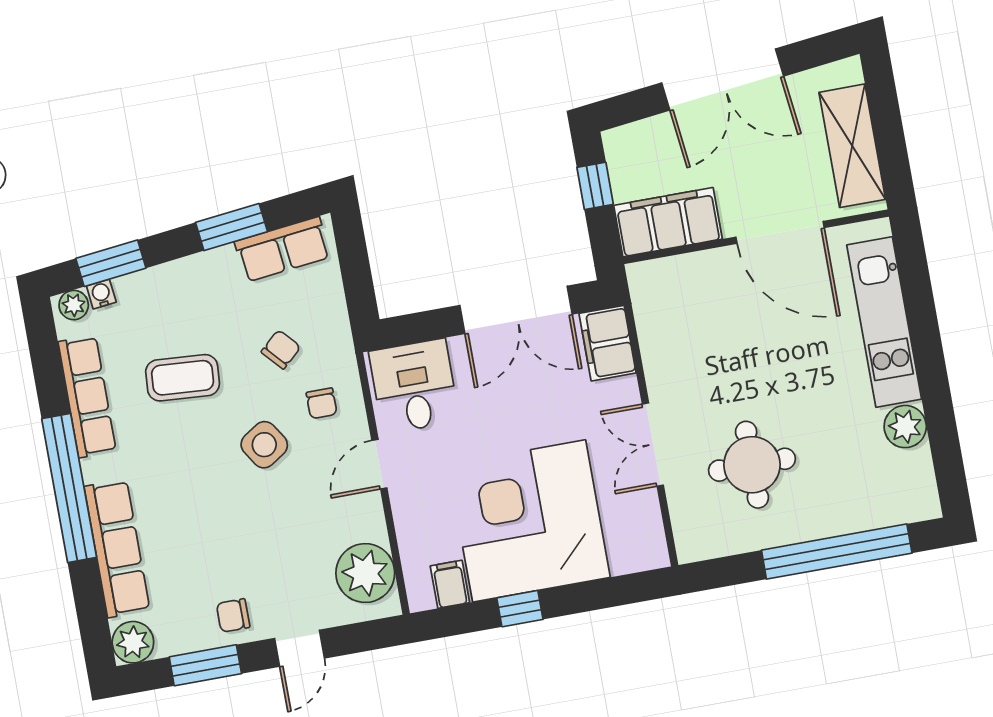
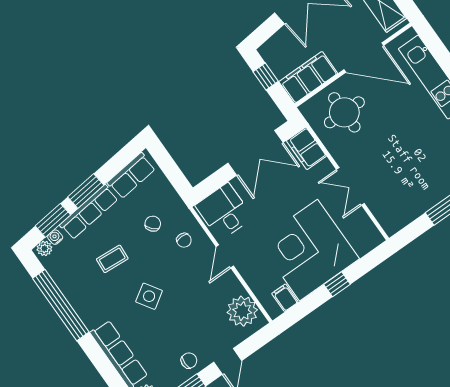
window: (231, 227) -> (86, 191), moved
coffee table: (183, 378) -> (112, 259), width x0.73, depth x0.77
row of seats: (87, 397) -> (89, 212), moved, turned 83
side table: (264, 445) -> (149, 296), moved
round table: (752, 465) -> (344, 112), moved
window: (69, 488) -> (61, 305), moved
window: (520, 609) -> (337, 284), moved
chair: (233, 615) -> (189, 361), turned 180

